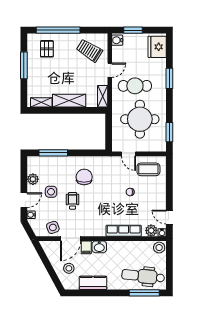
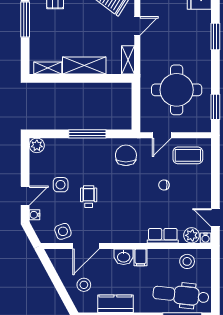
cafe table: (135, 86) -> (170, 46), removed
window: (53, 153) -> (87, 134), moved
door: (128, 154) -> (162, 135), hinge flipped
chair: (84, 177) -> (126, 155), moved
plant: (33, 179) -> (37, 145), moved
row of seats: (124, 231) -> (163, 236), width x0.68
filing cabinet: (86, 247) -> (141, 257), moved
stool: (159, 248) -> (187, 261), moved

